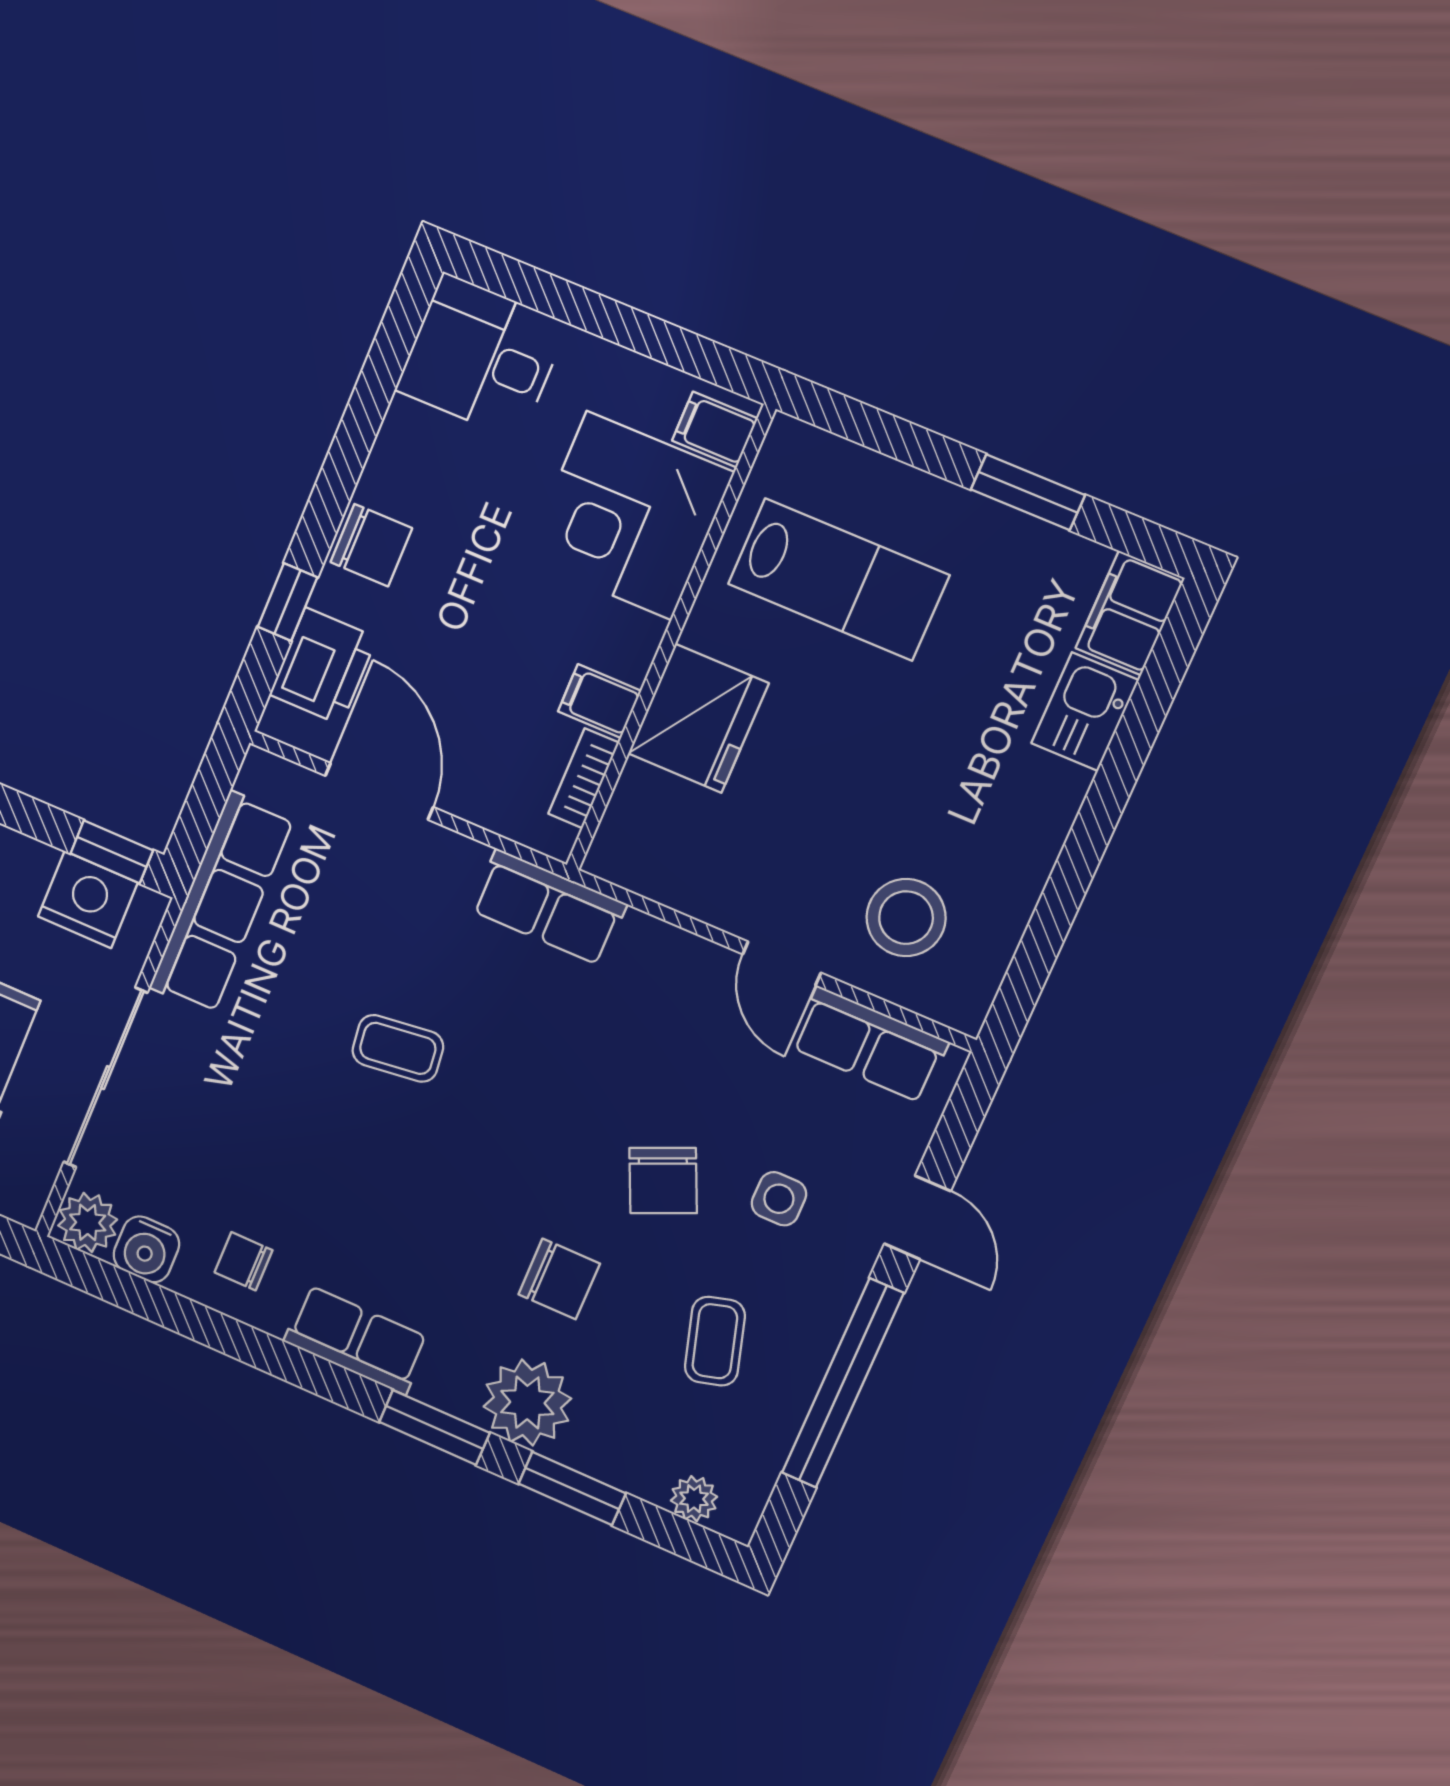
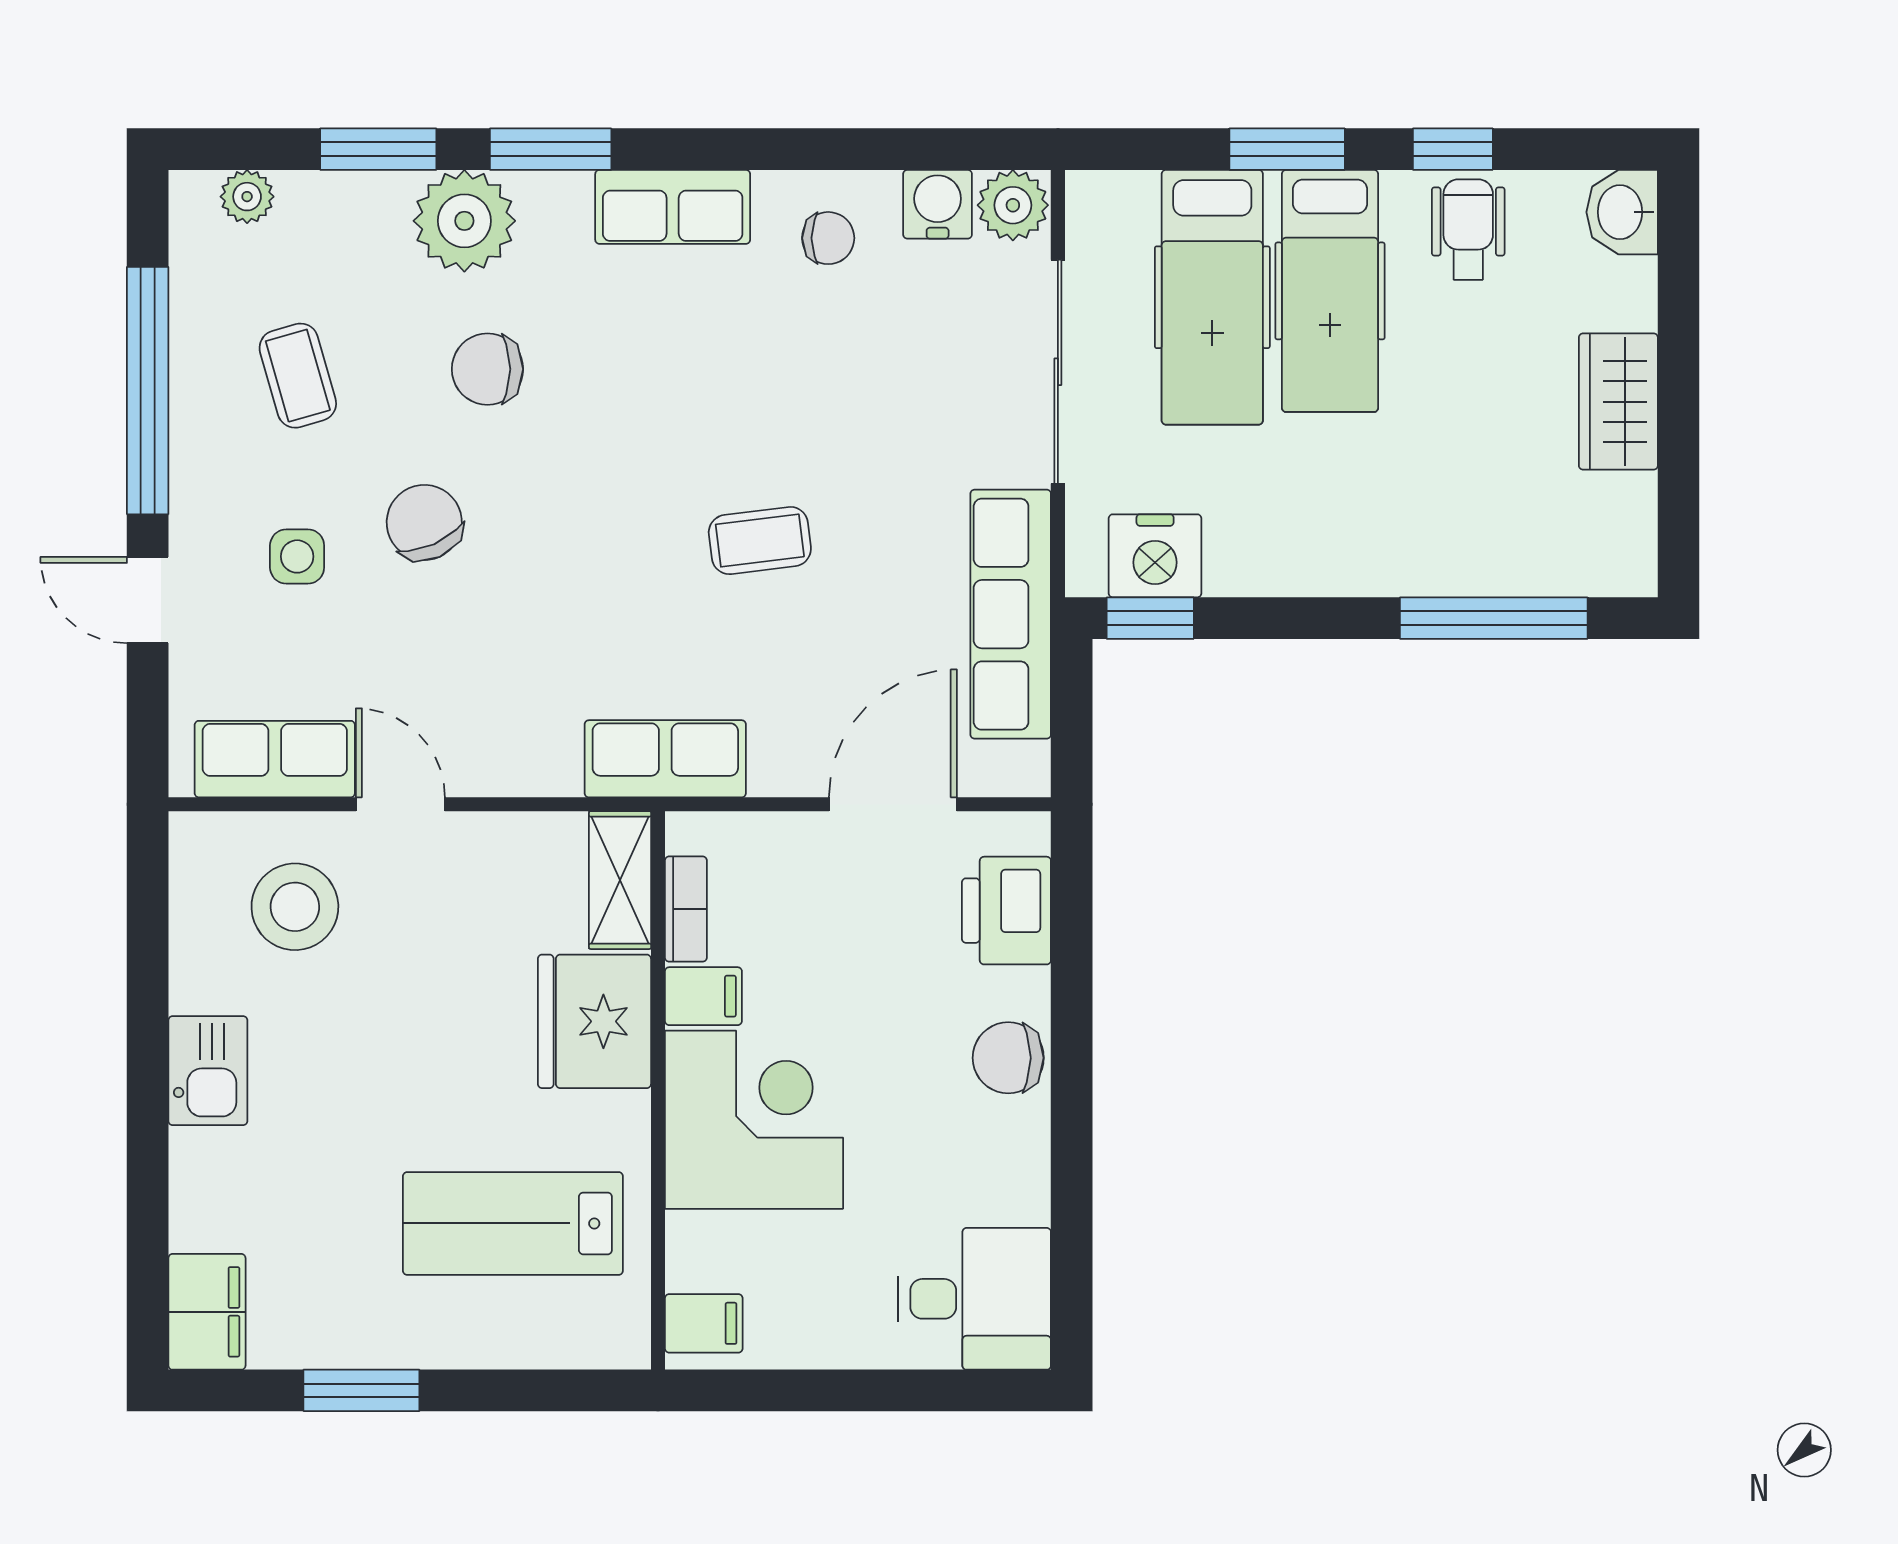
corner desk: (629, 516) -> (754, 1120), moved
window: (287, 602) -> (1072, 962), removed
kitchen sink: (1085, 712) -> (208, 1071), moved
door: (379, 791) -> (893, 804), swing flipped
shelving: (628, 825) -> (620, 880), added

